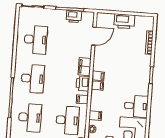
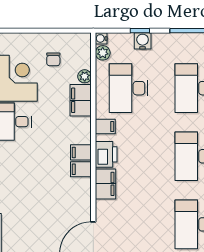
filing cabinet: (95, 115) -> (81, 100), width x2.00

